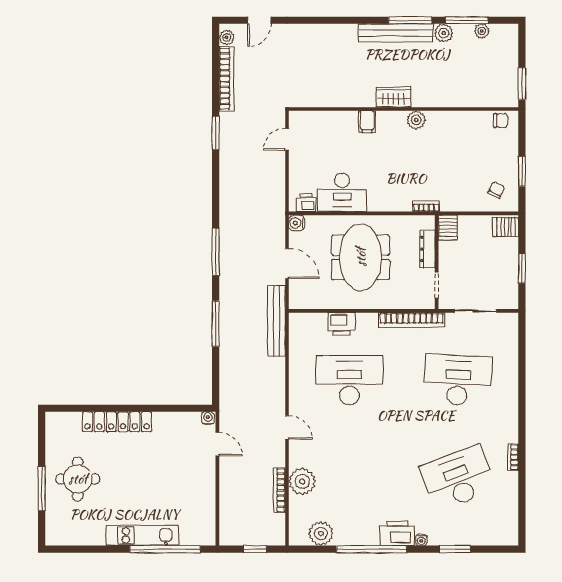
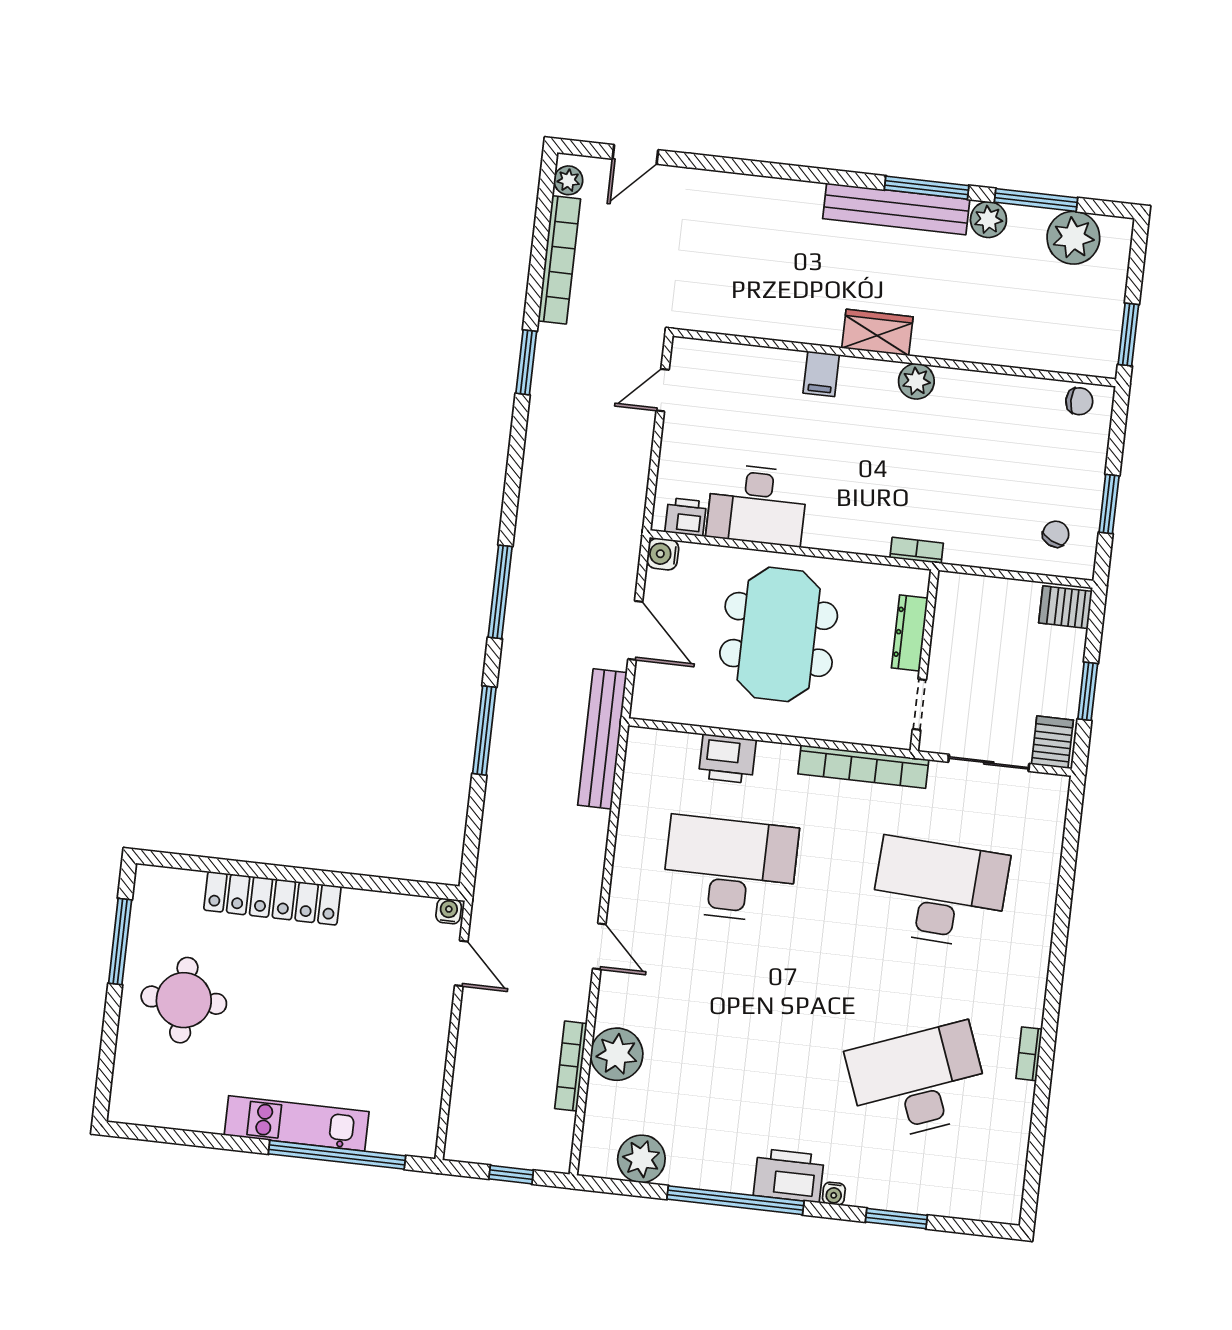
plant: (482, 31) -> (1073, 238), width x1.87, depth x1.87
server rack: (448, 228) -> (1052, 742), moved, turned 180
window: (42, 489) -> (120, 941), moved

